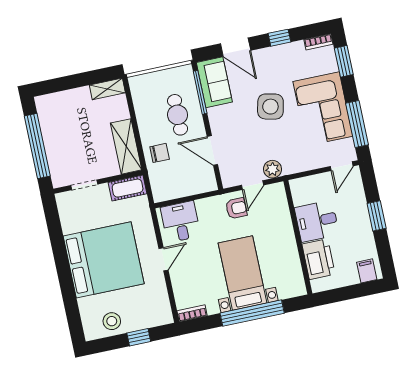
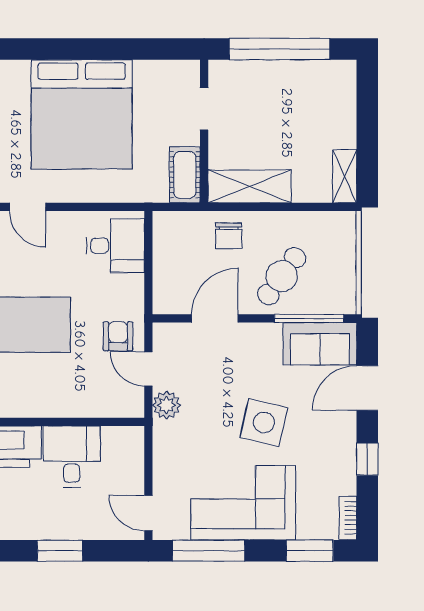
cafe table: (178, 115) -> (282, 276), turned -54
armchair: (236, 208) -> (118, 336), turned 180
door: (163, 259) -> (27, 207), moved

